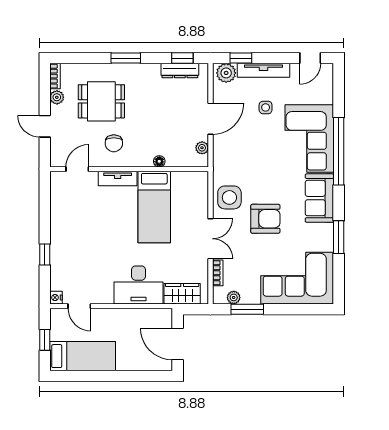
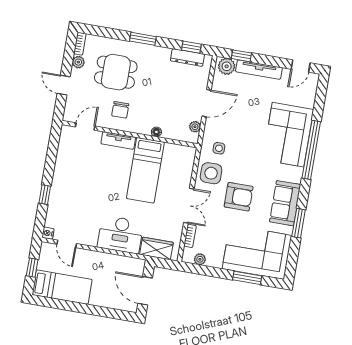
side table: (266, 107) -> (219, 148), moved
sofa: (319, 198) -> (285, 203), moved
window: (247, 309) -> (247, 278), moved

